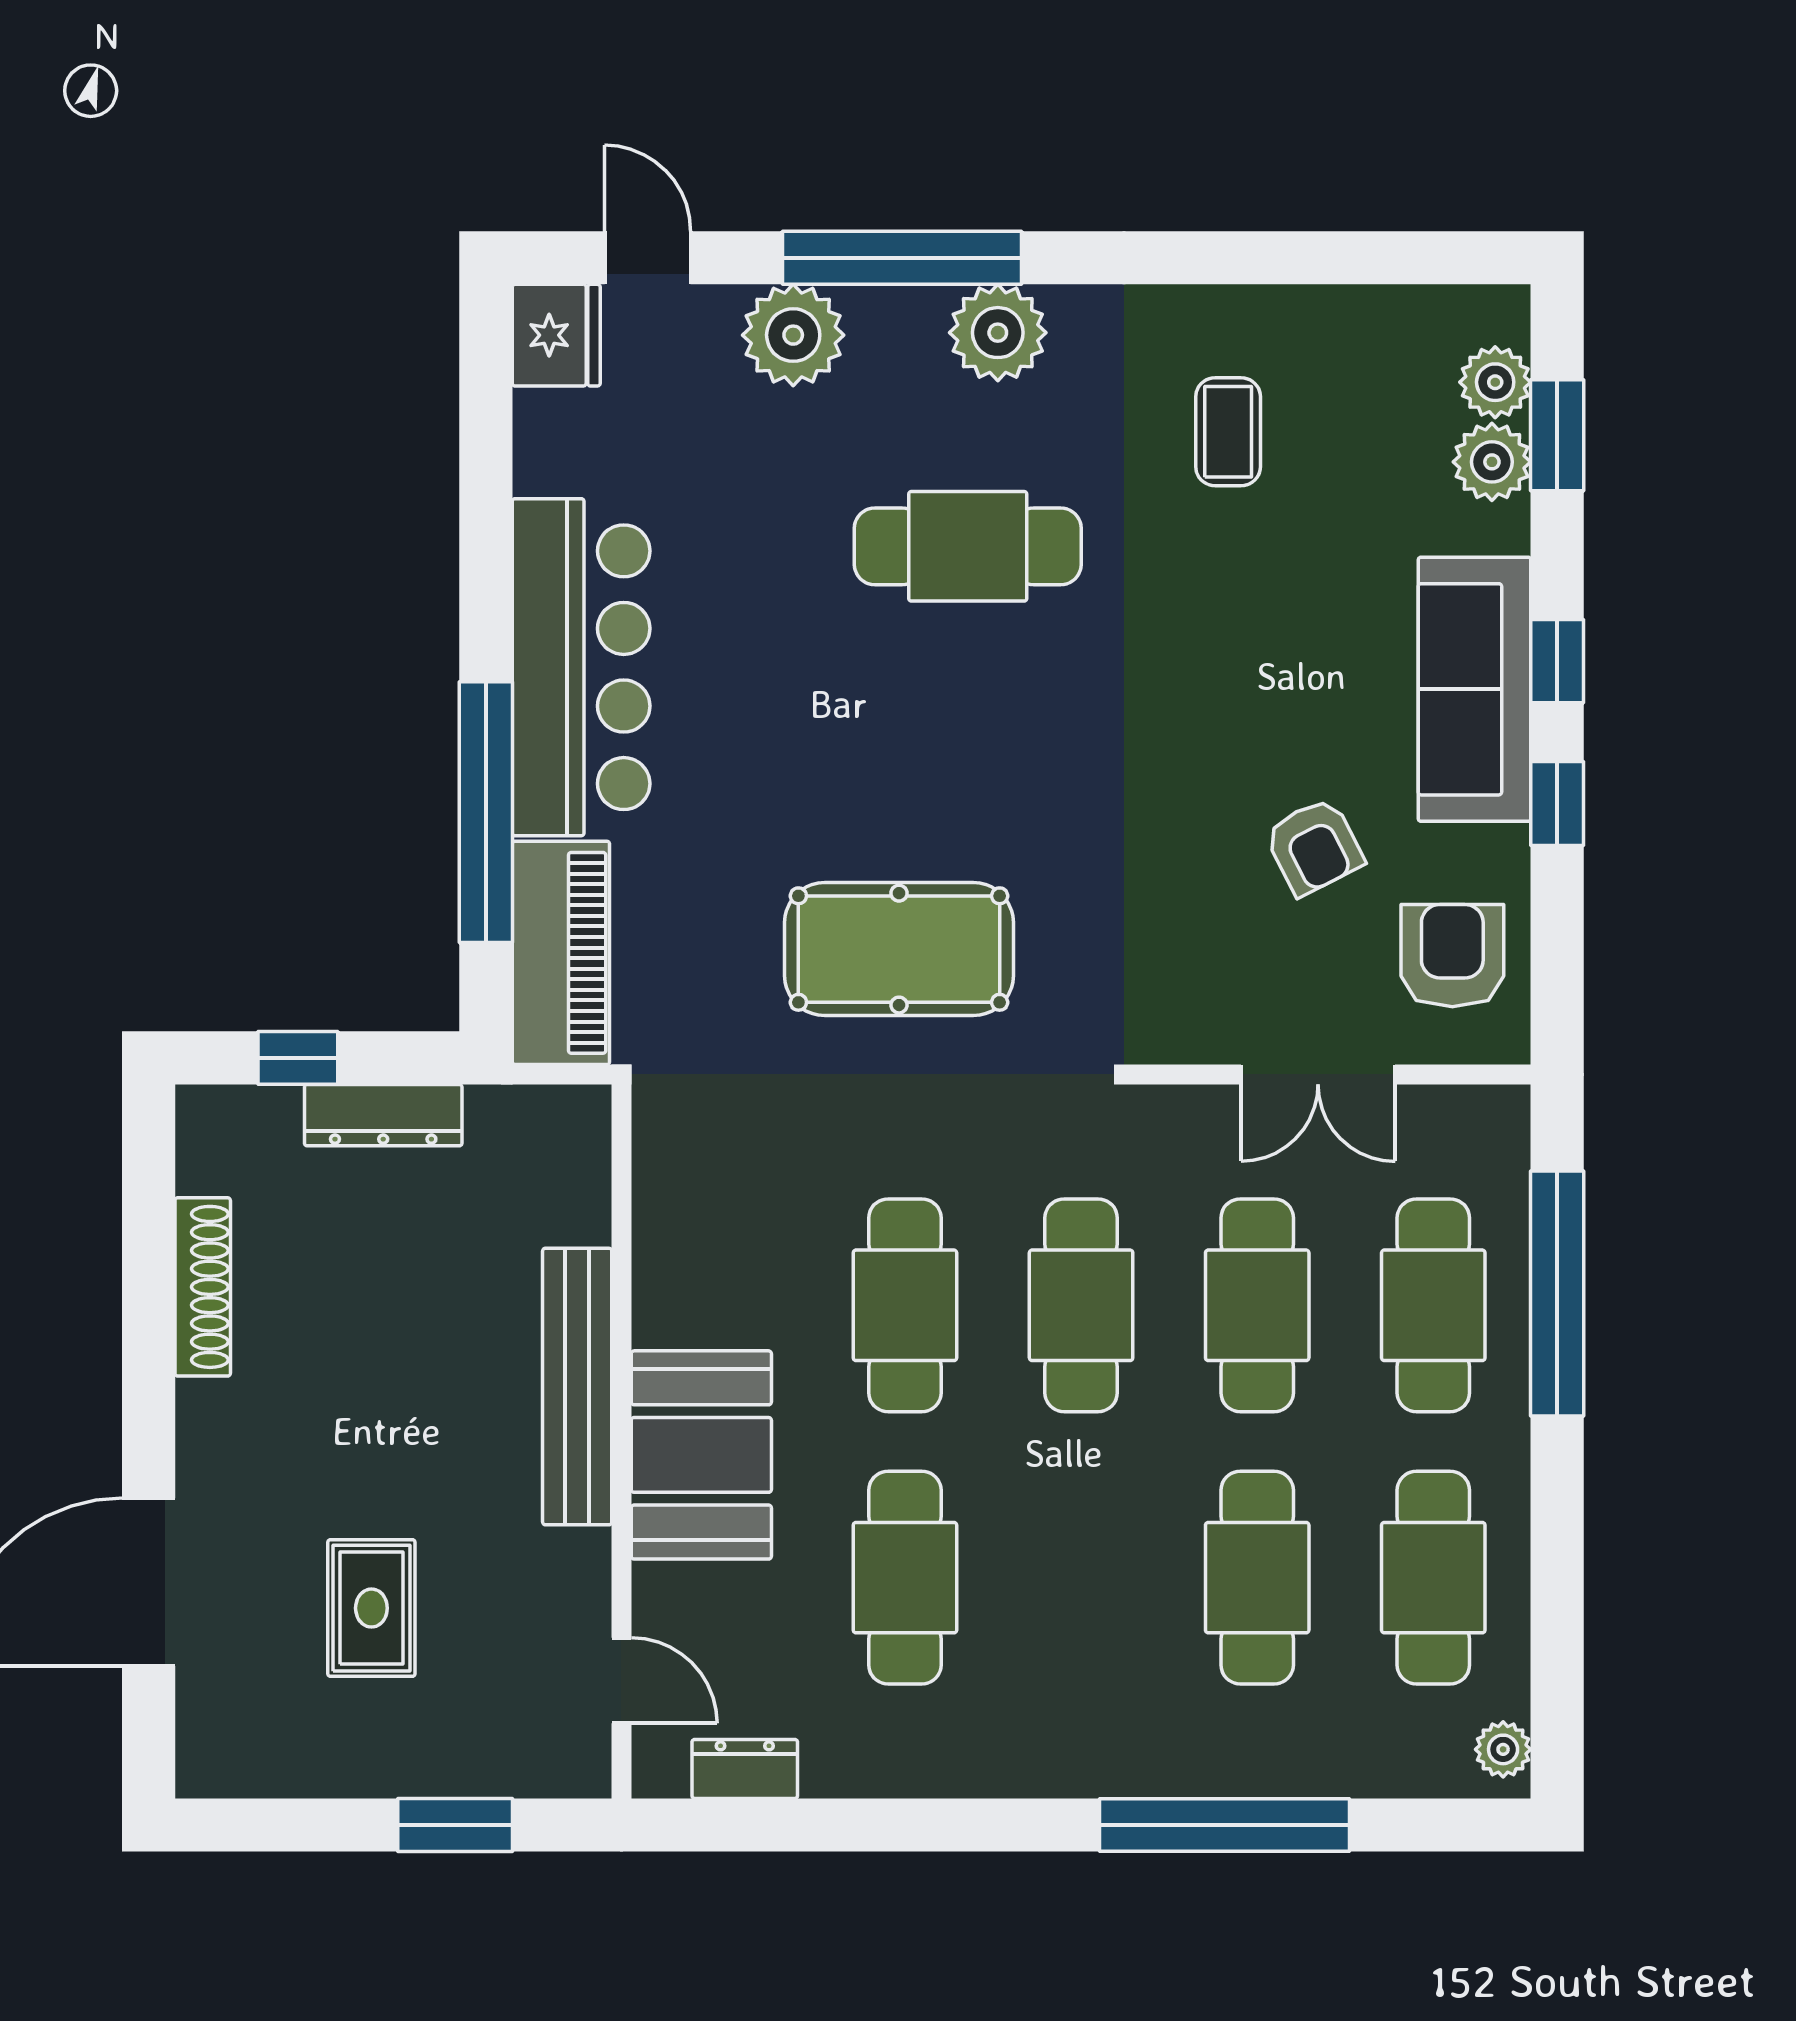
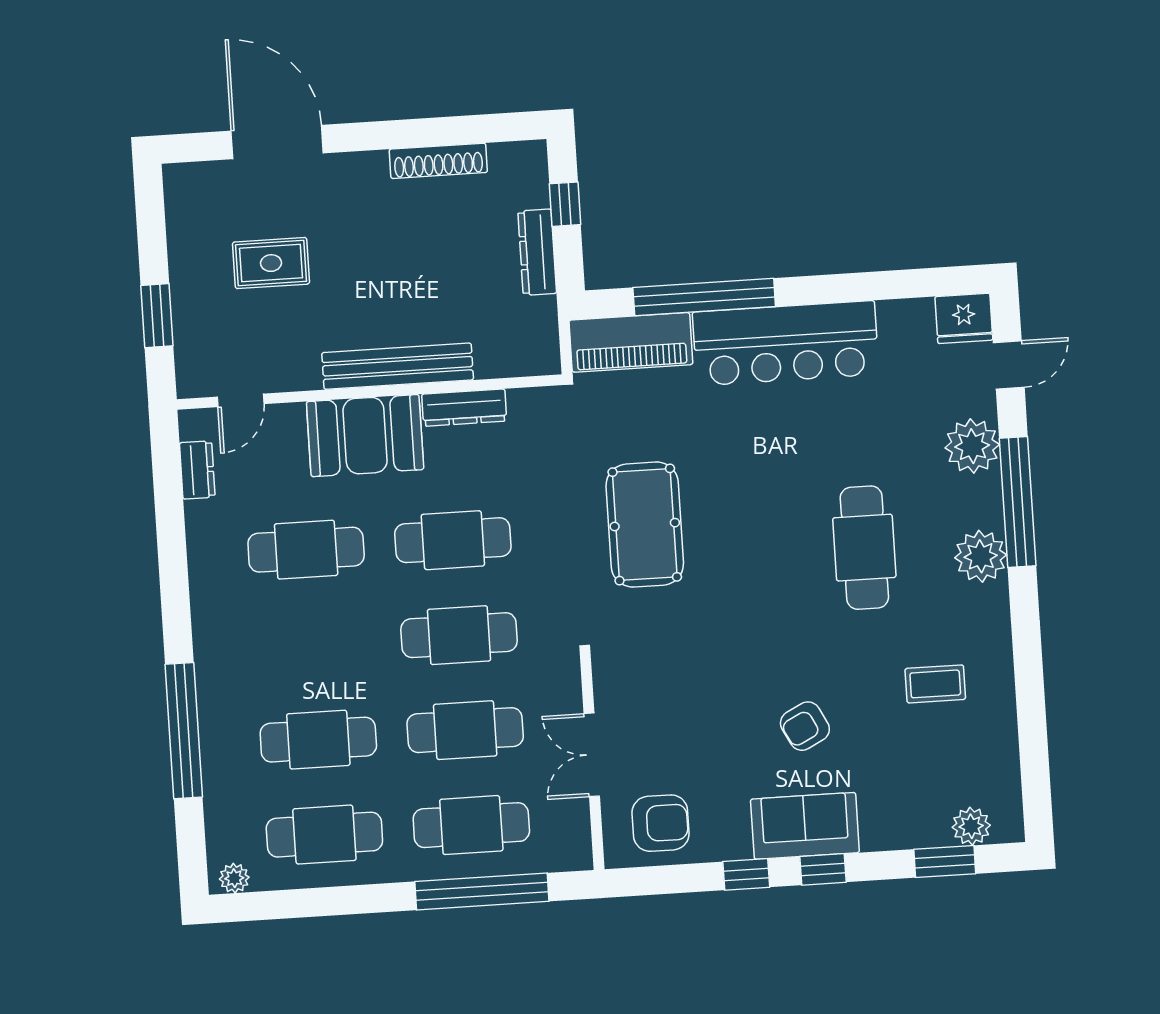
plant: (1492, 462) -> (928, 827), removed
sofa: (1475, 689) -> (805, 826), width x0.73
armchair: (1314, 846) -> (805, 726), moved
dresser: (662, 1269) -> (464, 408), added

